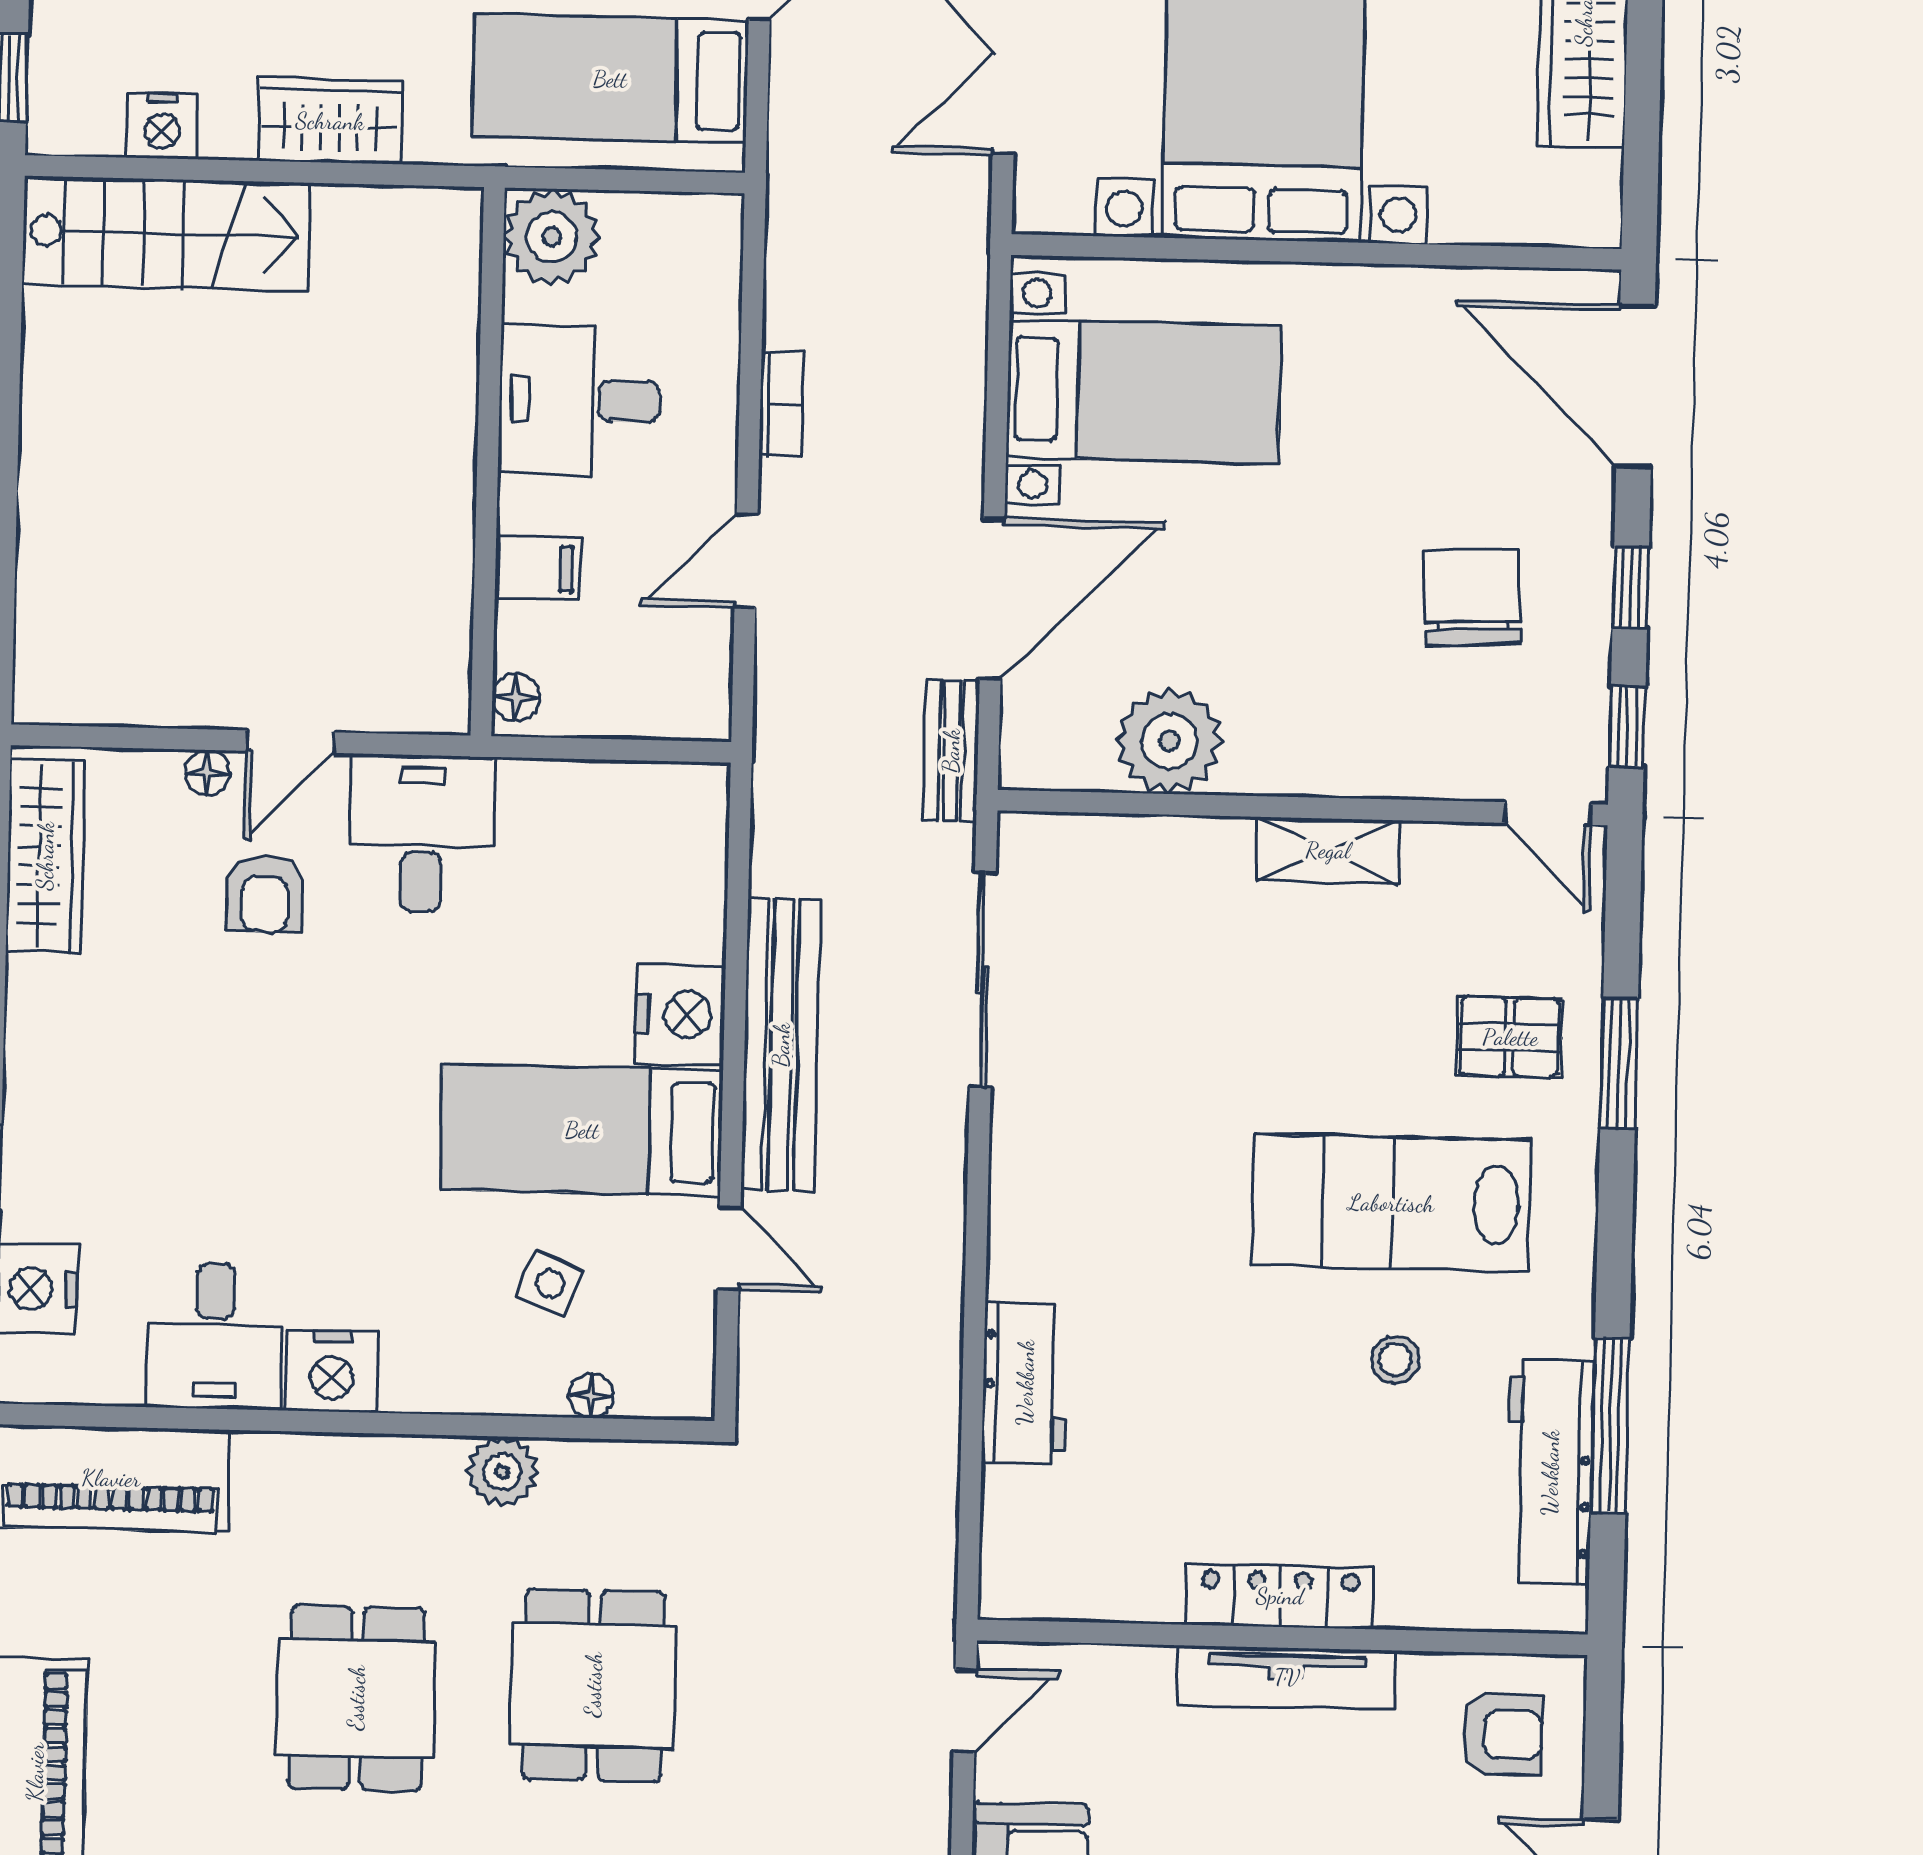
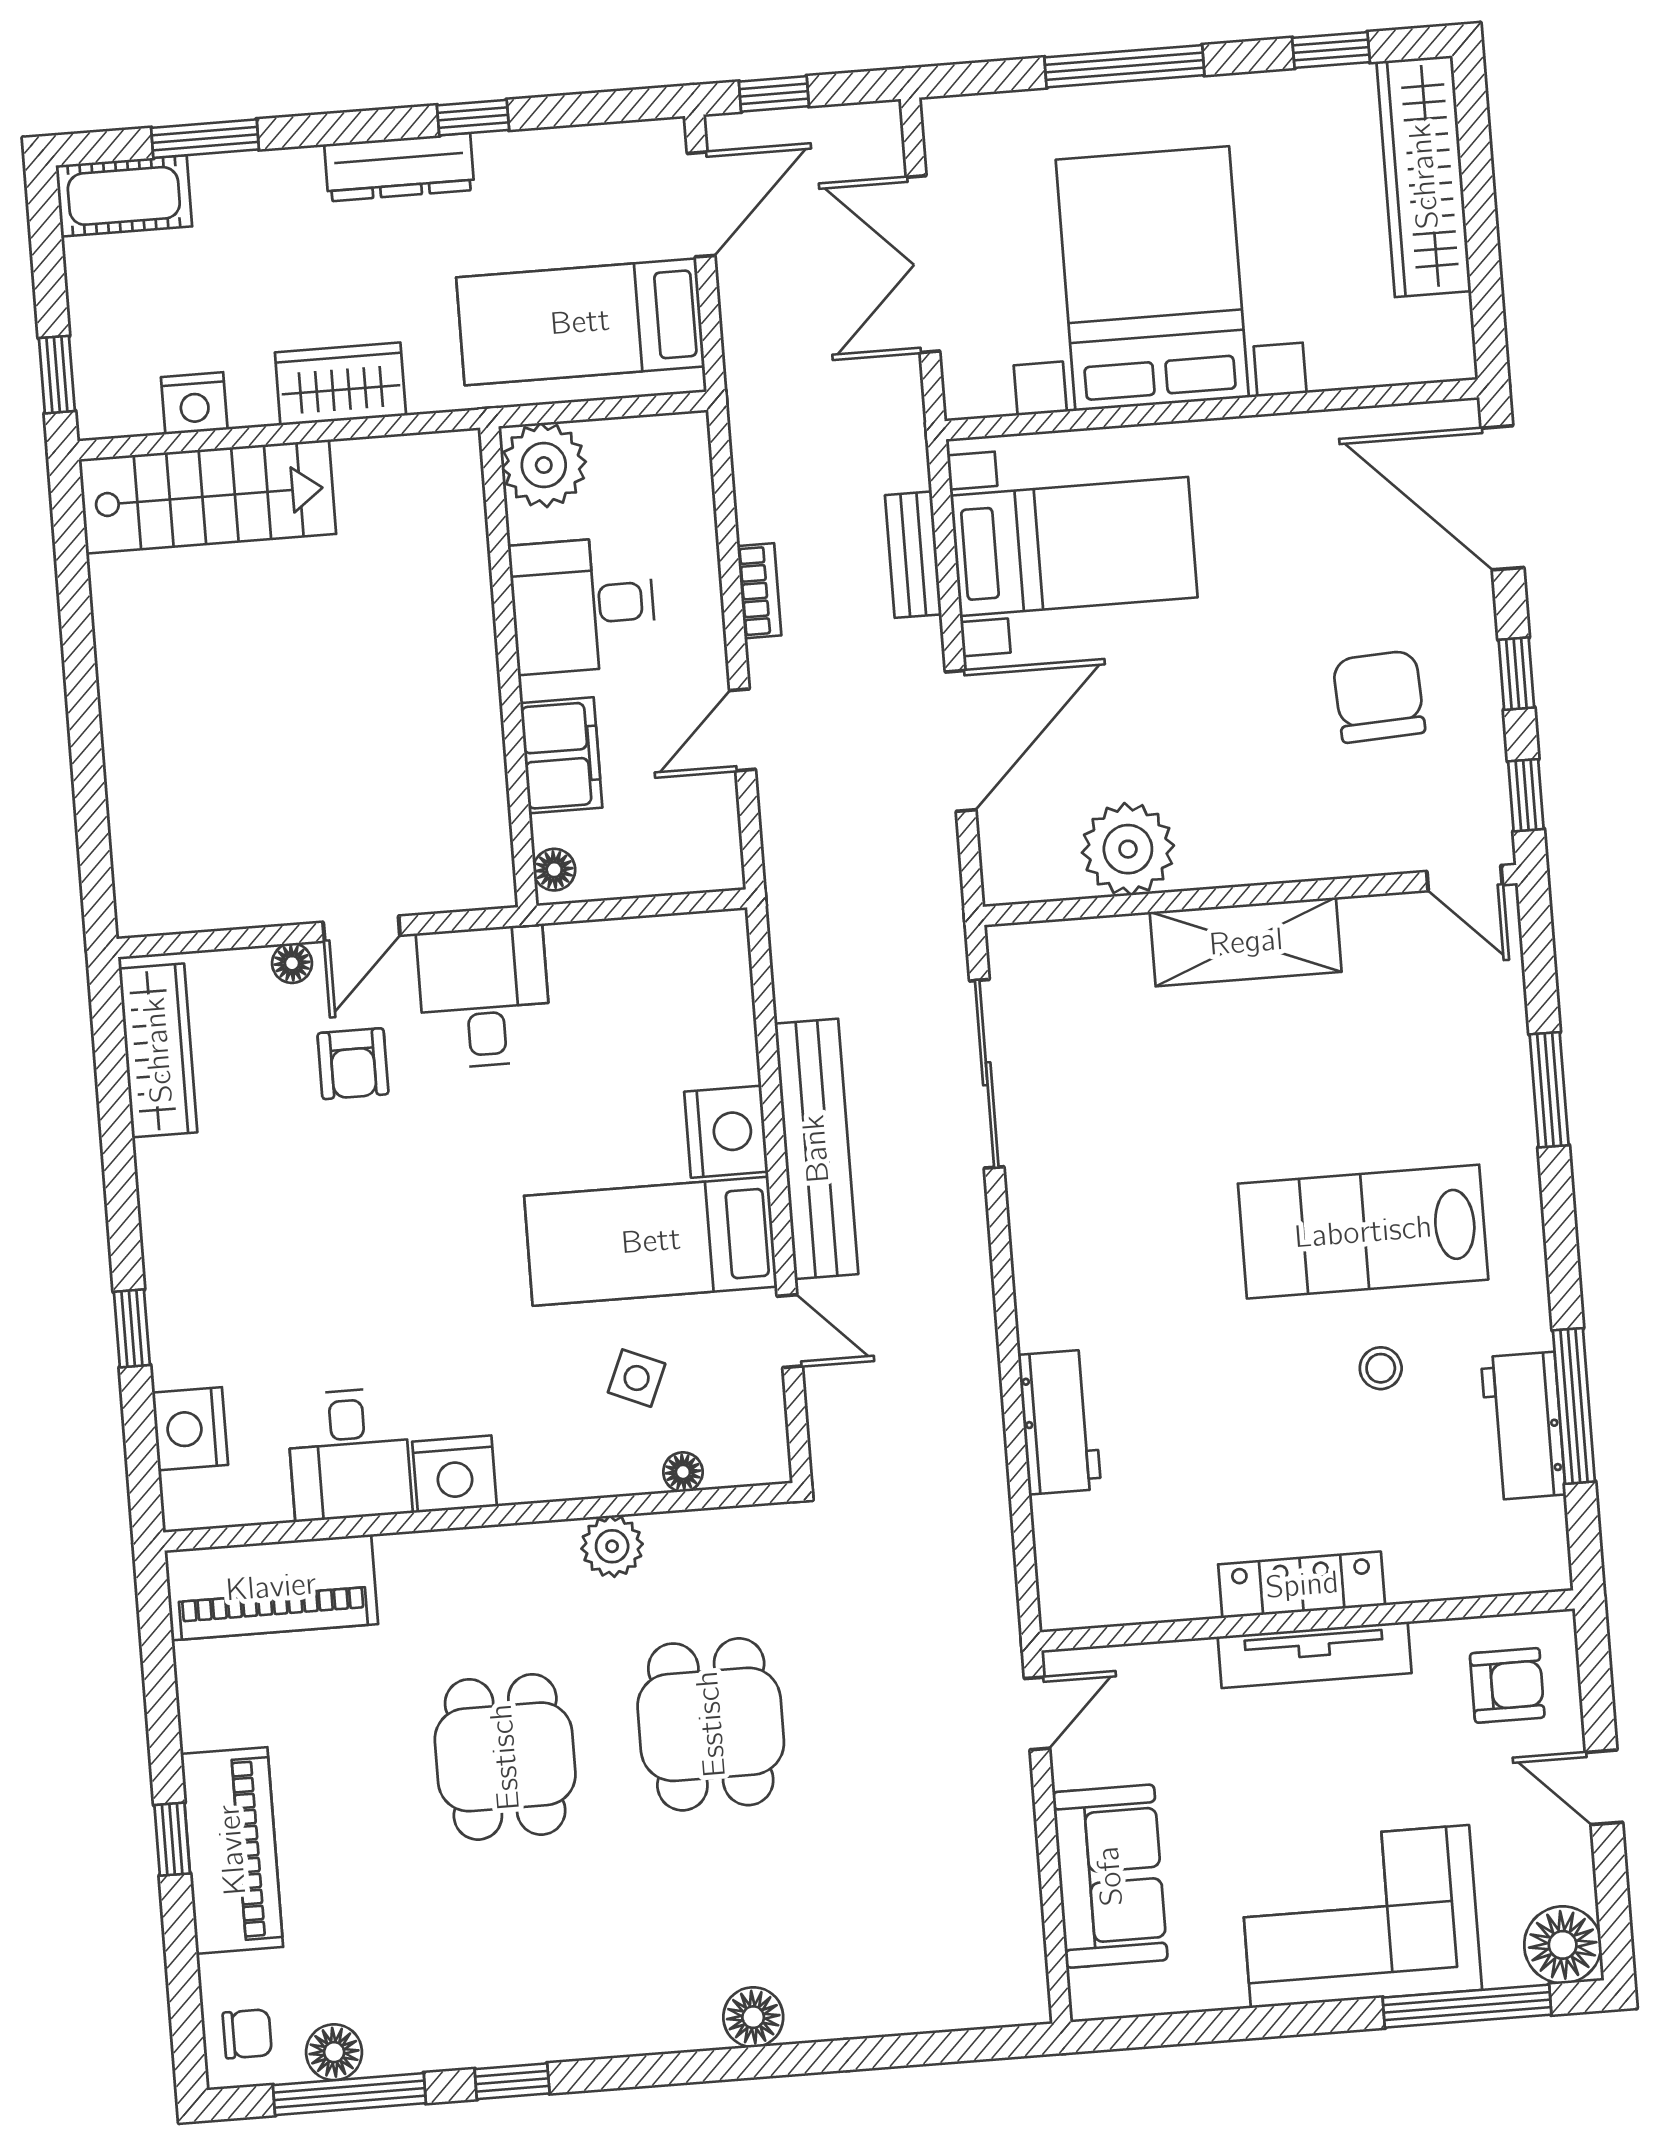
filing cabinet: (537, 568) -> (561, 755), width x2.00
bench: (951, 751) -> (913, 555), moved
shelving: (1328, 850) -> (1246, 942), width x1.50, depth x1.33
pallet: (1510, 1037) -> (1451, 1076), removed
workbench: (1550, 1473) -> (1523, 1426), width x0.73

